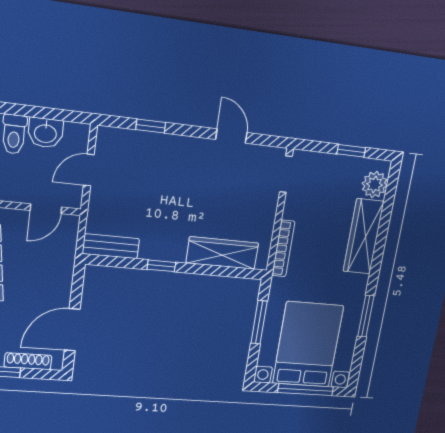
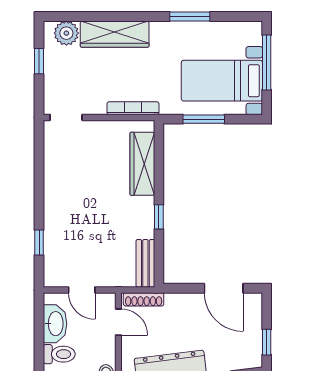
washbasin: (45, 133) -> (55, 324), width x1.38
door: (231, 136) -> (39, 172), removed
bed with nightstands: (308, 345) -> (222, 81), width x0.73
shoe rack: (28, 361) -> (144, 299), moved, turned -90

